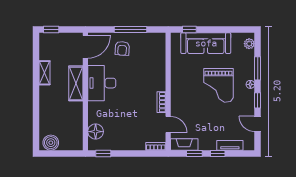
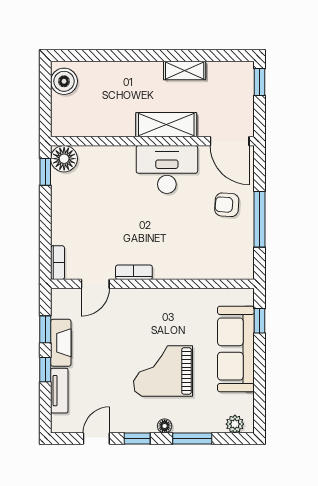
floor lamp: (96, 132) -> (64, 159), moved
fireplace: (184, 144) -> (61, 343), moved

